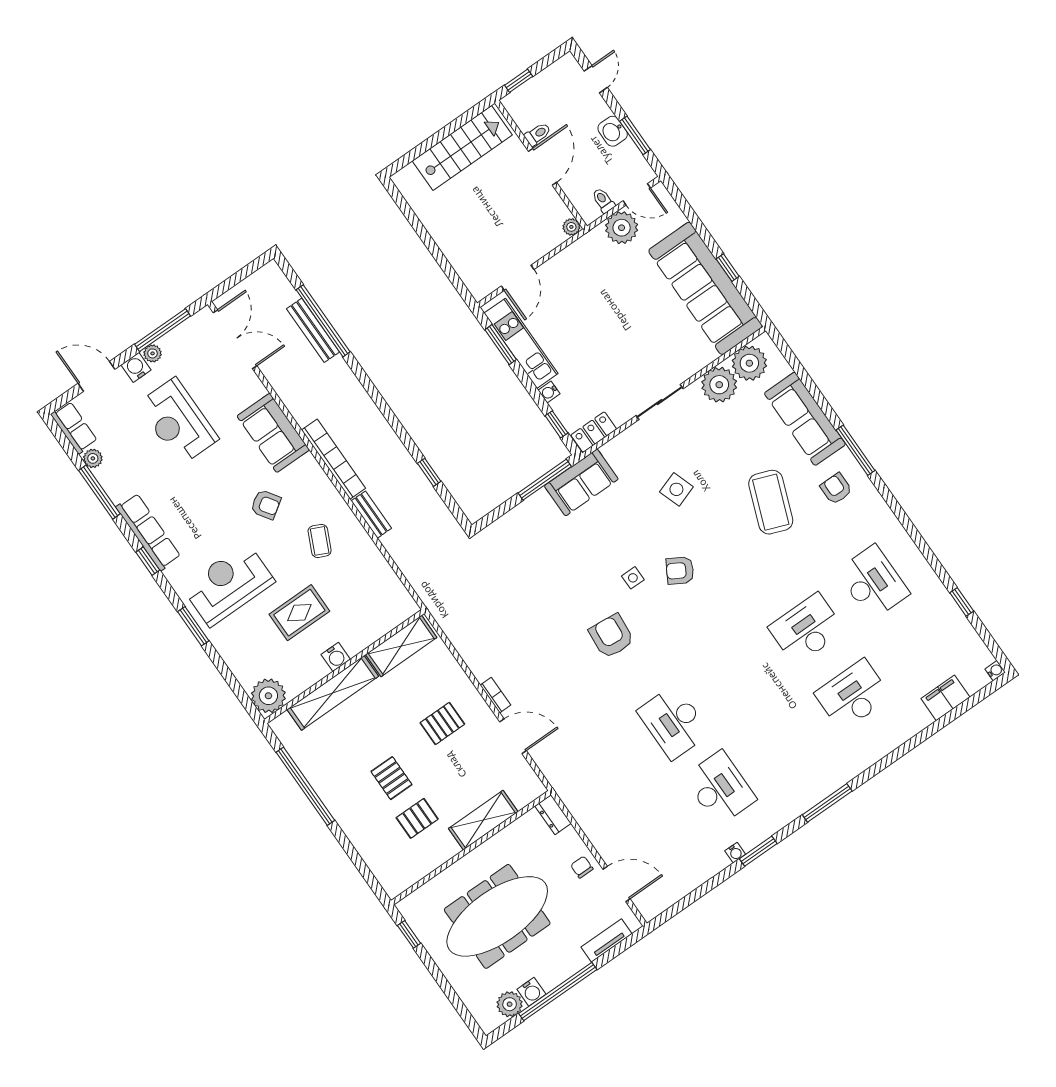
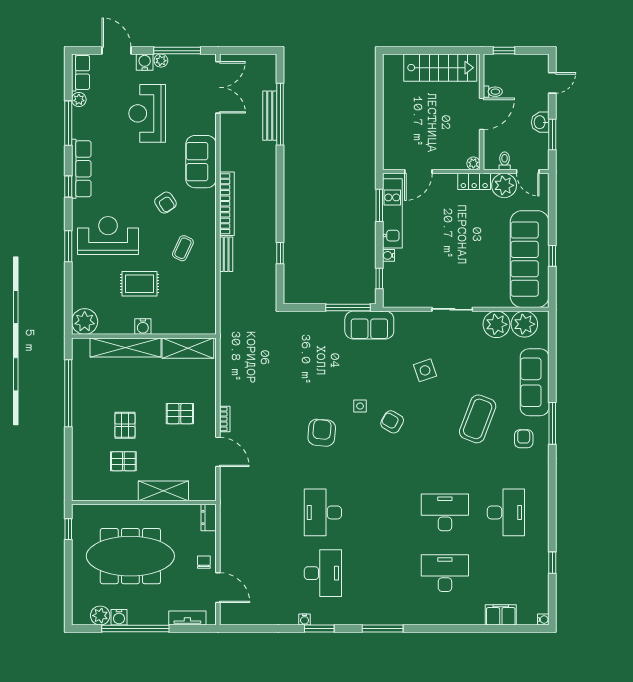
locker: (594, 432) -> (474, 181), moved, turned 180

